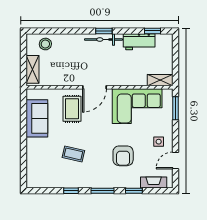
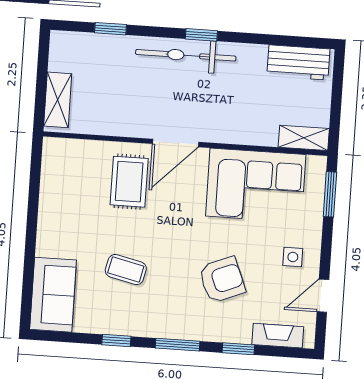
window: (152, 31) -> (110, 29), moved
bicycle: (104, 39) -> (186, 55), width x1.37, depth x1.40
workbench: (139, 42) -> (298, 62), moved
stool: (45, 44) -> (86, 53), removed
sofa: (37, 118) -> (53, 295), moved
armchair: (123, 156) -> (222, 280), turned -112

